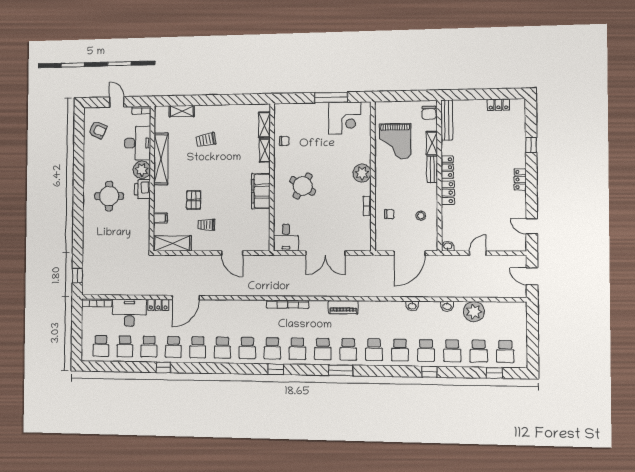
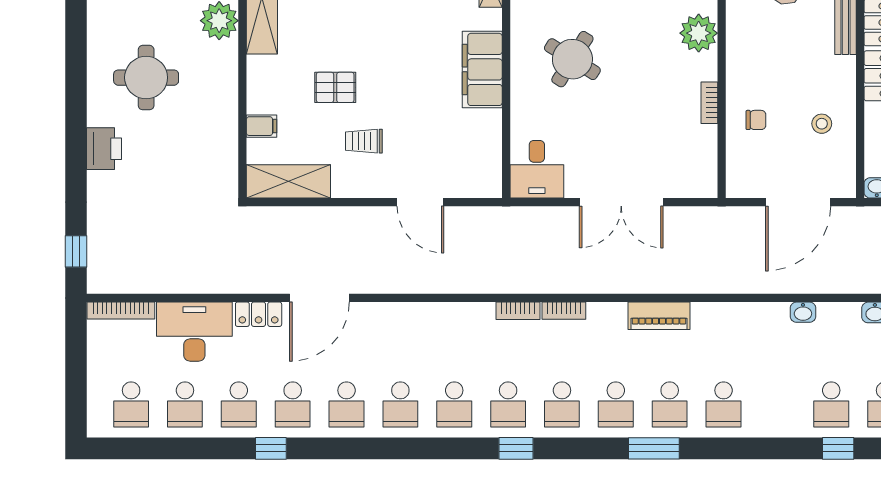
printer: (142, 189) -> (104, 149), moved, turned 180
pallet: (194, 200) -> (335, 87), turned 90
school desk: (400, 350) -> (777, 404), removed

